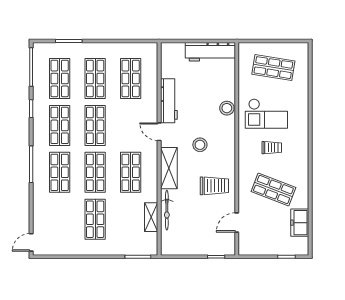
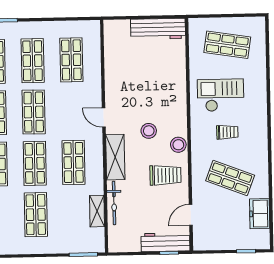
workbench: (169, 101) -> (165, 242), moved, turned -90
stool: (227, 108) -> (178, 145), moved
checkout: (266, 114) -> (221, 95), turned 180

